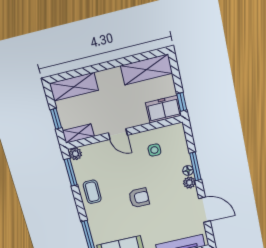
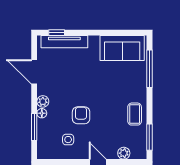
plant: (75, 154) -> (124, 153), moved
window: (195, 166) -> (34, 127), moved
armchair: (139, 198) -> (81, 115), moved, turned 90

